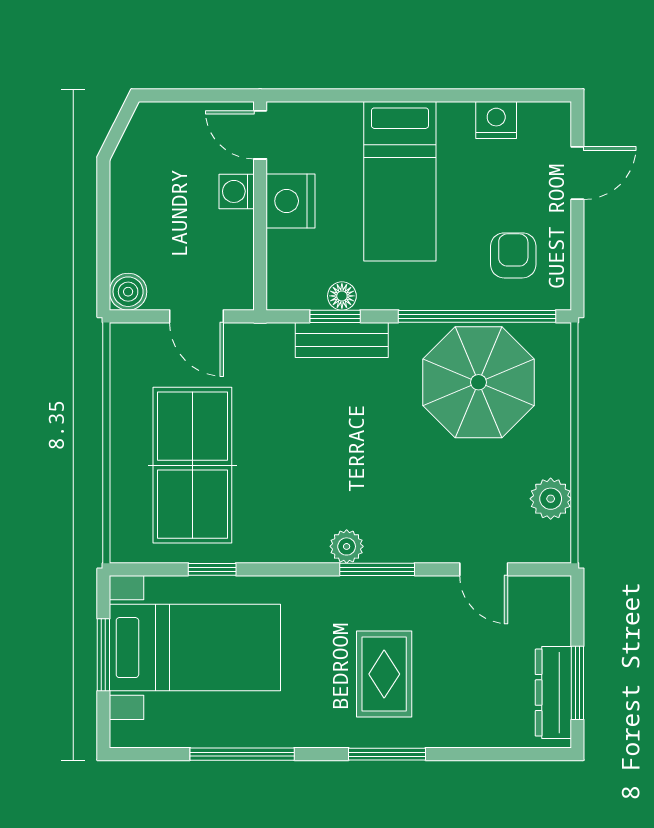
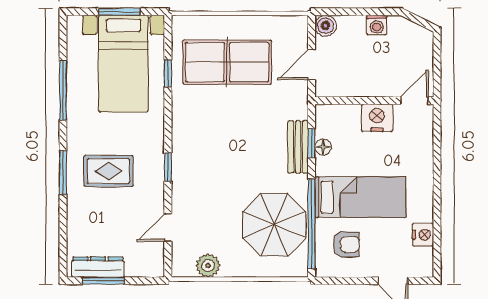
bed: (400, 181) -> (360, 197), moved, turned 180
washing machine: (237, 191) -> (377, 25), moved, turned 180
plant: (347, 546) -> (181, 150), removed
window: (377, 569) -> (168, 167), width x0.67

